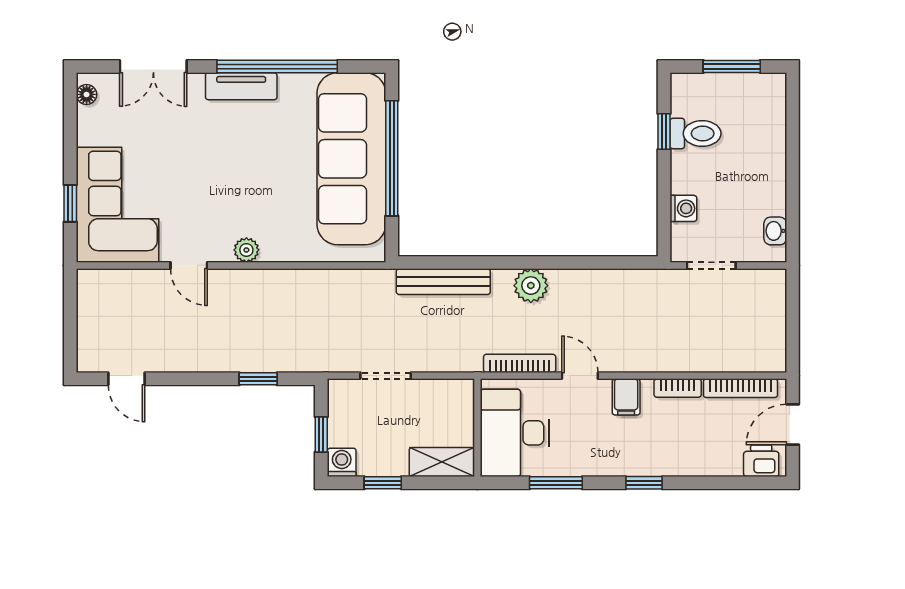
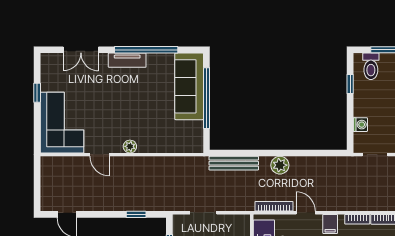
floor lamp: (87, 94) -> (46, 65), removed
toilet: (696, 133) -> (371, 66), moved, turned 90
sofa: (351, 159) -> (189, 86), width x0.74, depth x0.79
window: (70, 203) -> (37, 93), moved

